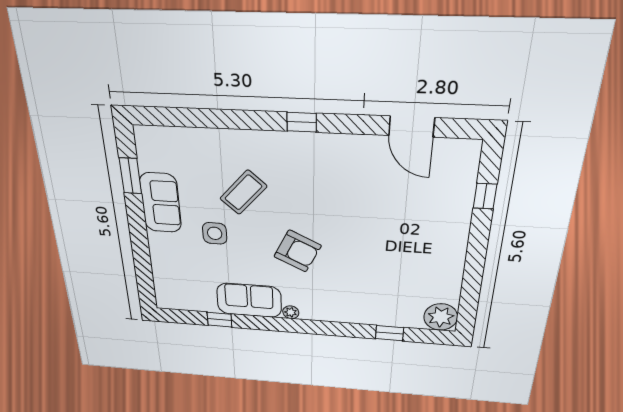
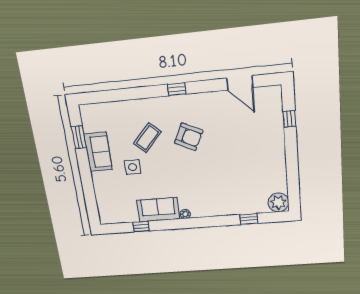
armchair: (298, 251) -> (189, 137), moved

